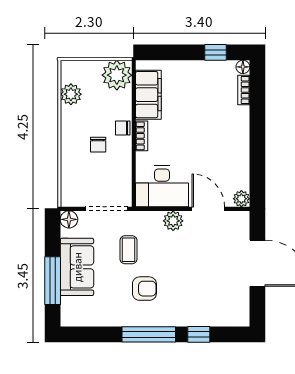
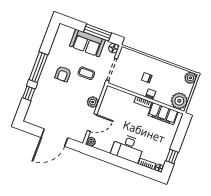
plant: (71, 94) -> (190, 78), moved
desk: (162, 186) -> (128, 148), moved, turned -90
window: (53, 281) -> (98, 32), moved

